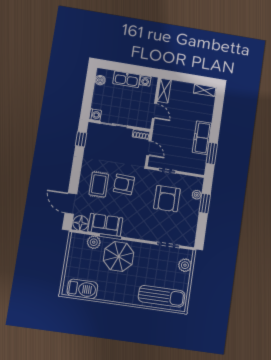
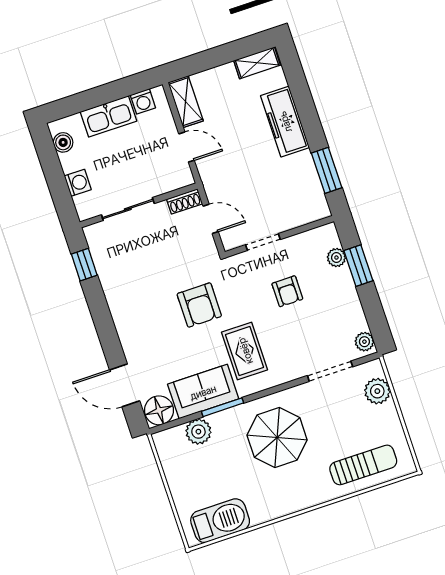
washing machine: (95, 115) -> (78, 183), moved
freezer: (202, 138) -> (285, 122), moved
rug: (99, 184) -> (245, 351), moved
armchair: (124, 184) -> (199, 305), turned -93
armchair: (167, 199) -> (287, 291), width x0.53, depth x0.53
plant: (190, 239) -> (364, 342), added
parasol: (119, 256) -> (277, 437), moved
sun lounger: (162, 296) -> (363, 465), width x0.73, depth x0.75

